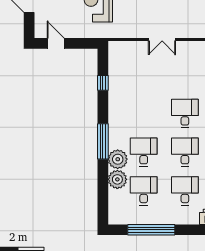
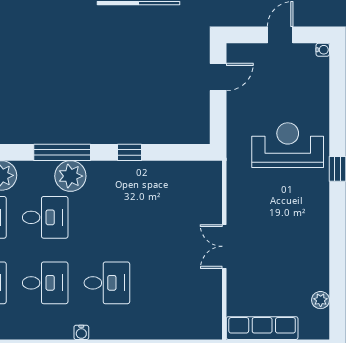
window: (103, 83) -> (130, 152), moved
plant: (118, 159) -> (70, 176), moved

